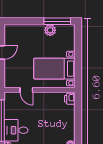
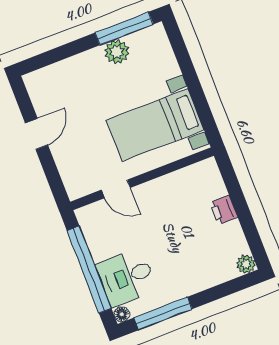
printer: (70, 99) -> (223, 210), moved

